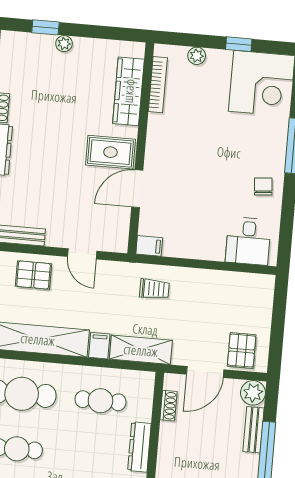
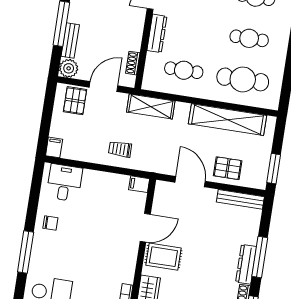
chair: (263, 187) -> (50, 223), turned -85
door: (82, 254) -> (190, 182), width x1.38
trolley: (154, 289) -> (120, 149), moved
filing cabinet: (99, 346) -> (54, 147), moved, turned 180

